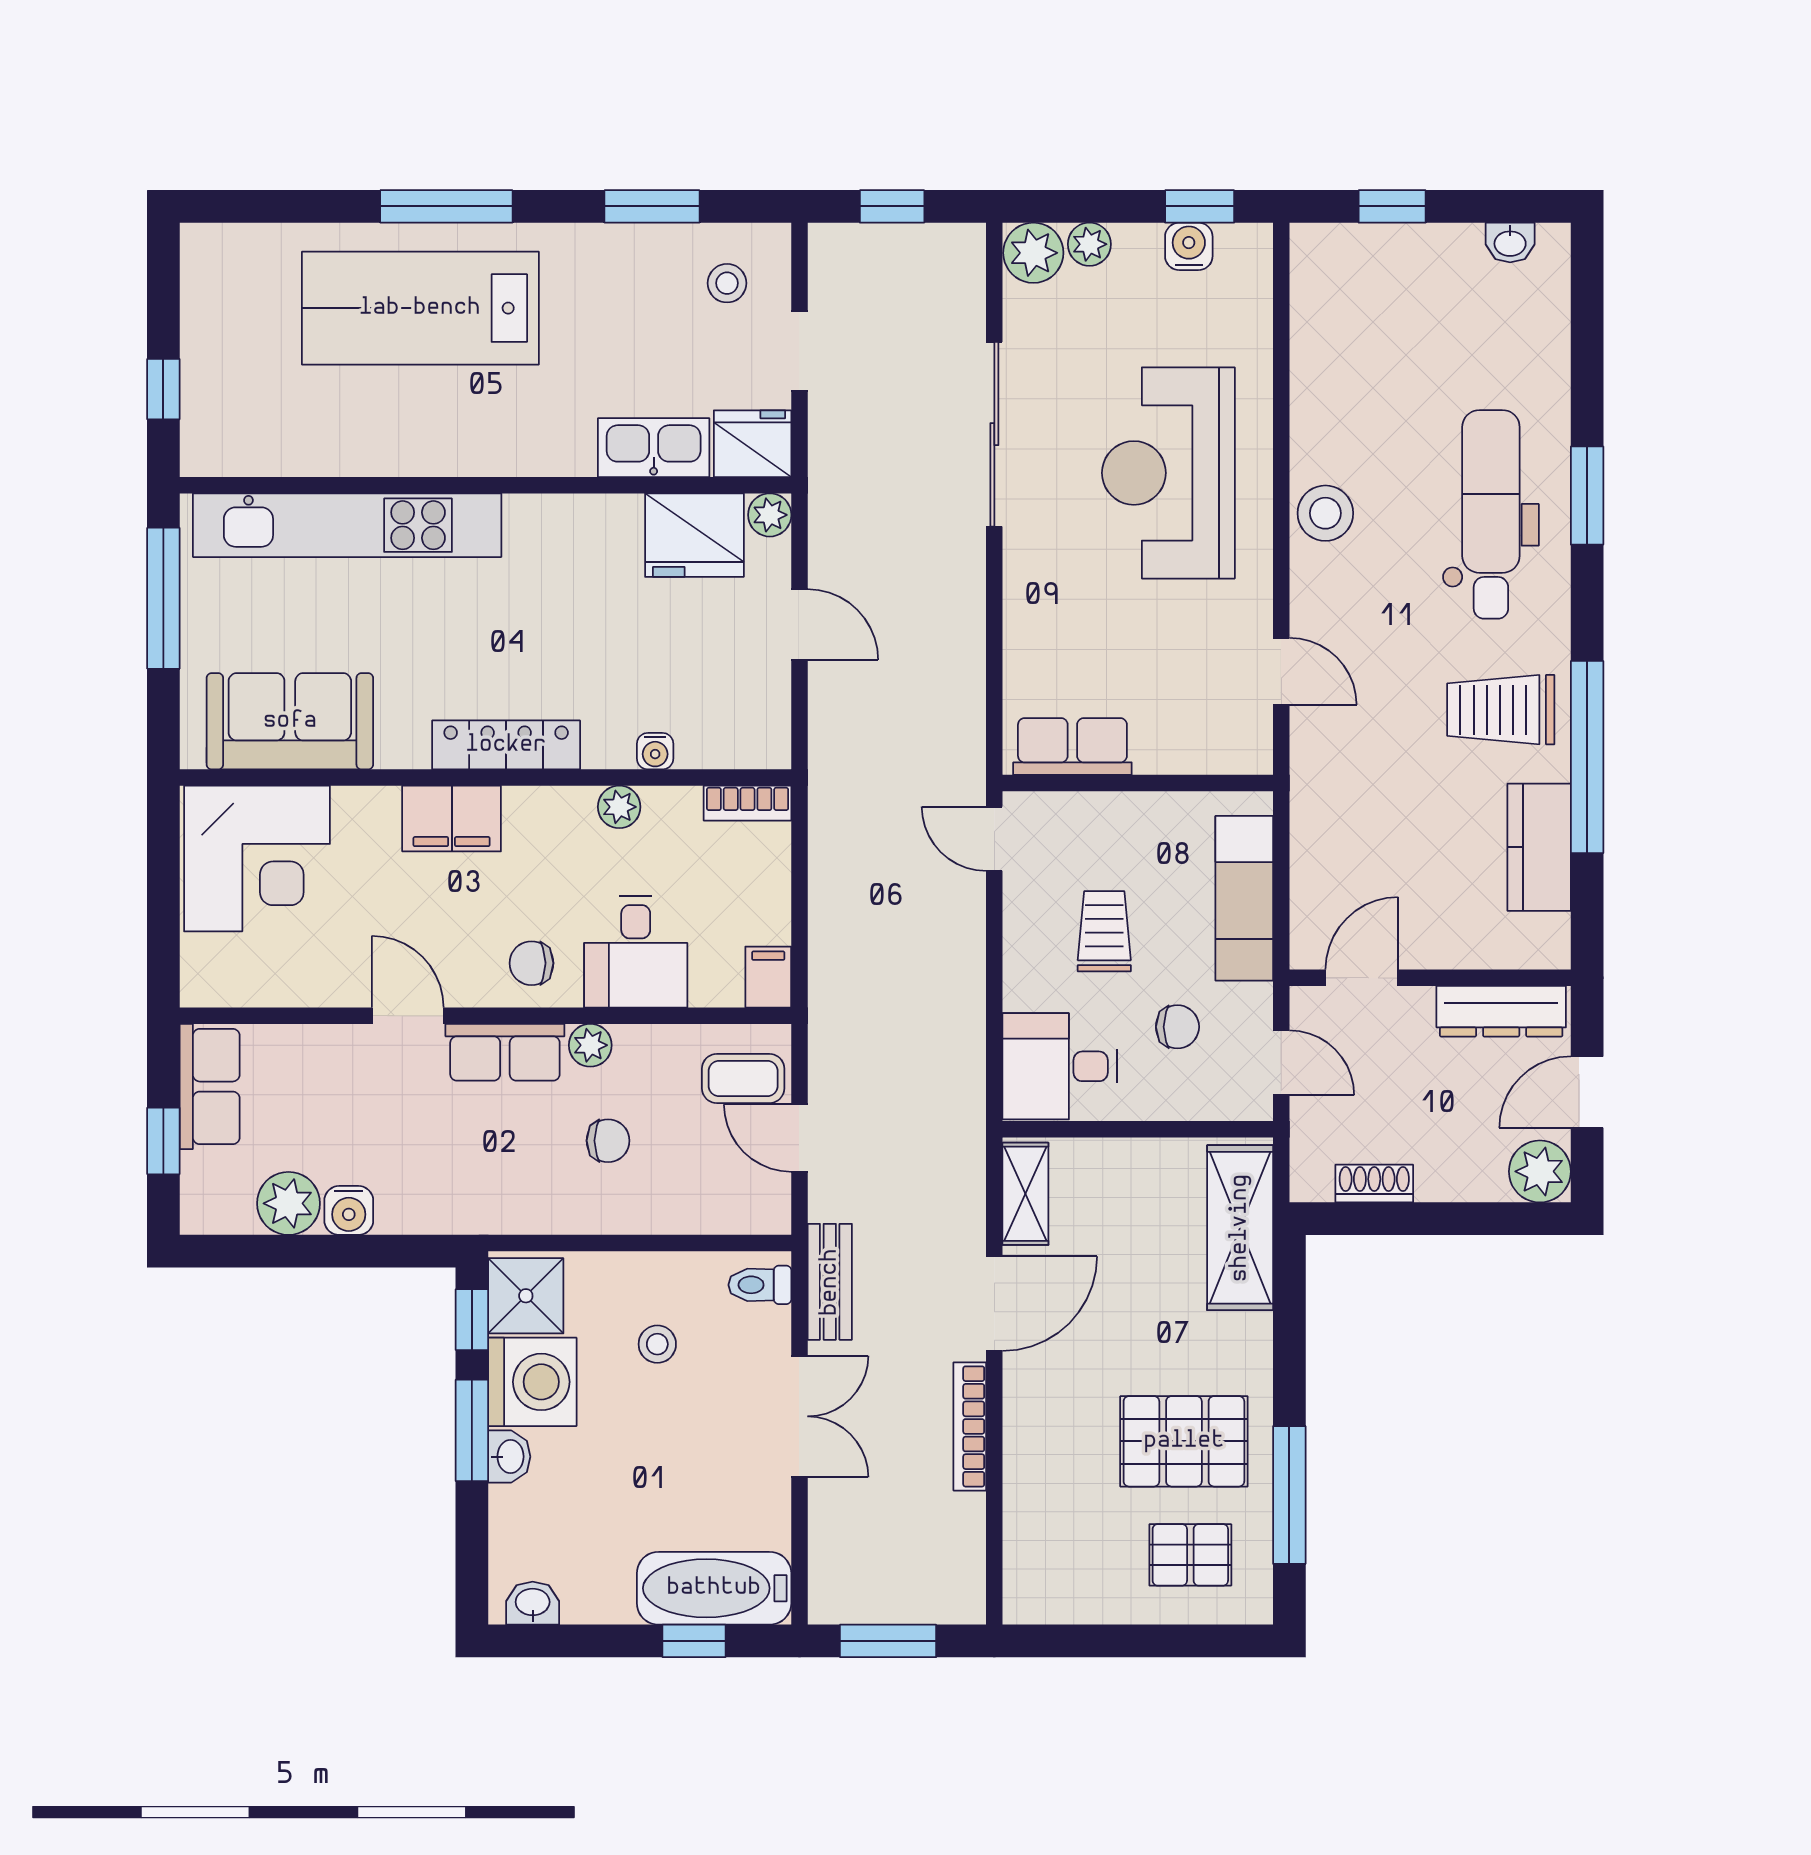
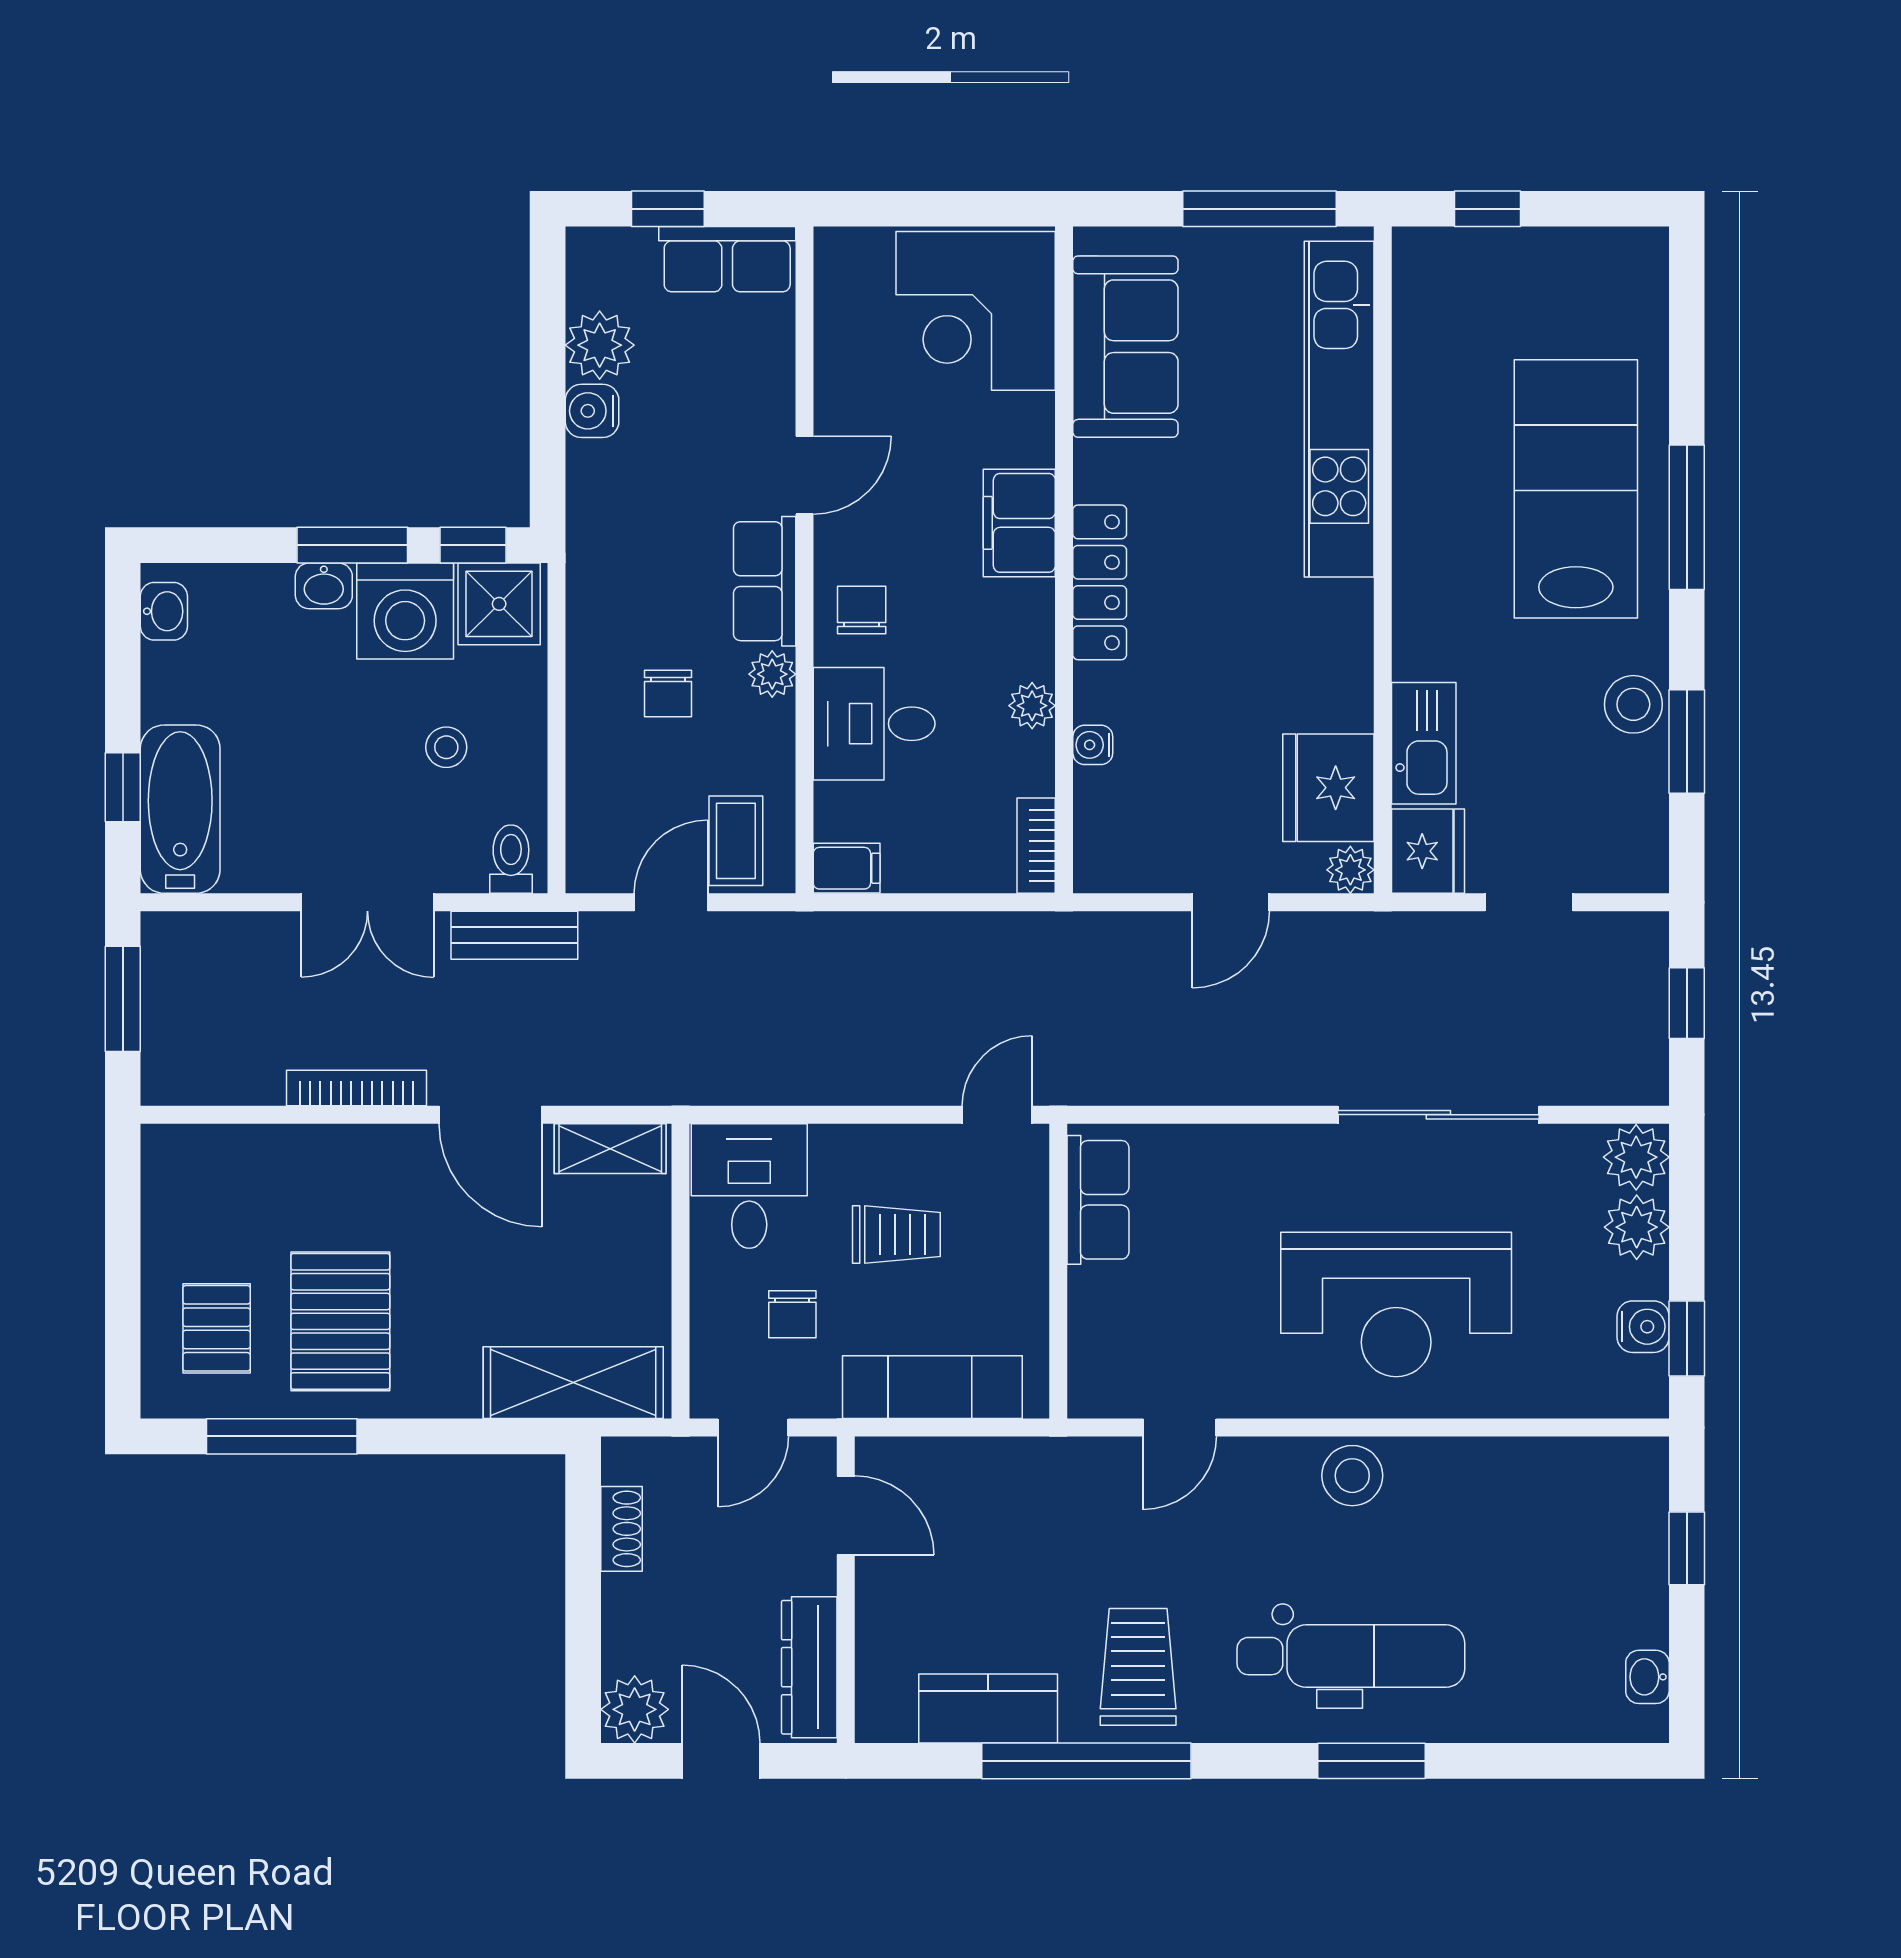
plant: (1089, 244) -> (1637, 1227), width x1.38, depth x1.38
stool: (727, 283) -> (1633, 704), moved, width x1.37, depth x1.37
reception desk: (1168, 473) -> (1396, 1304), turned 180

